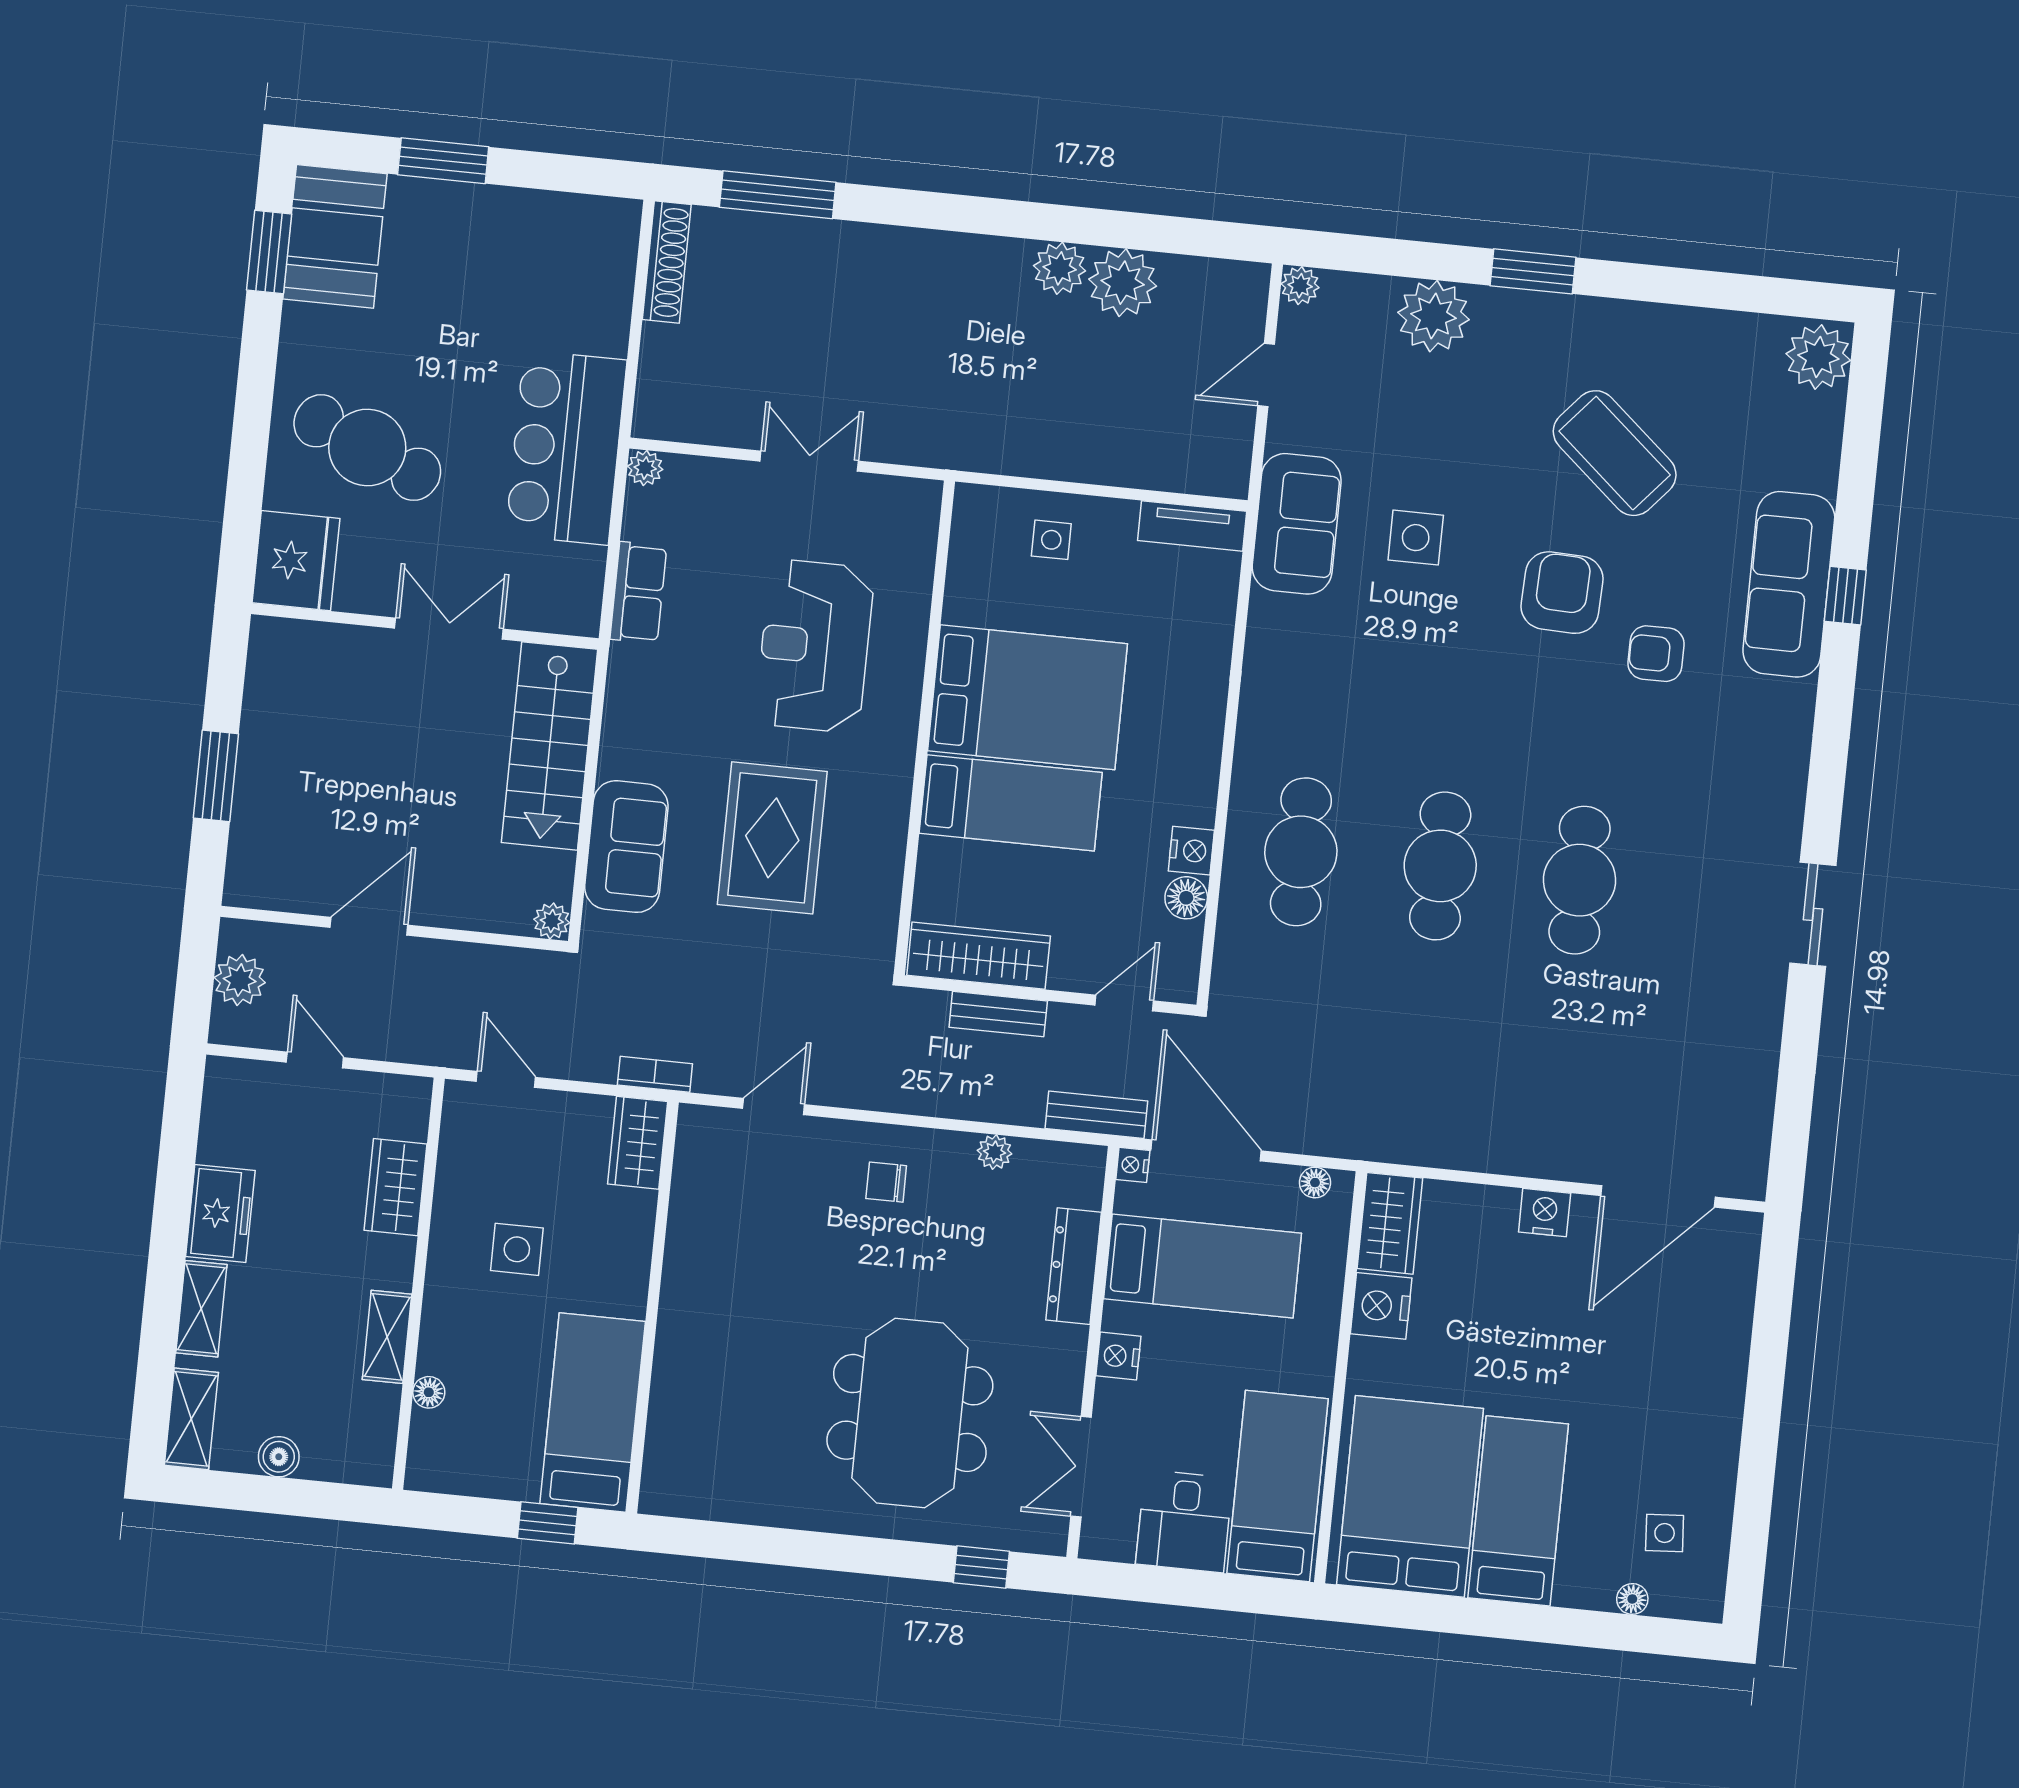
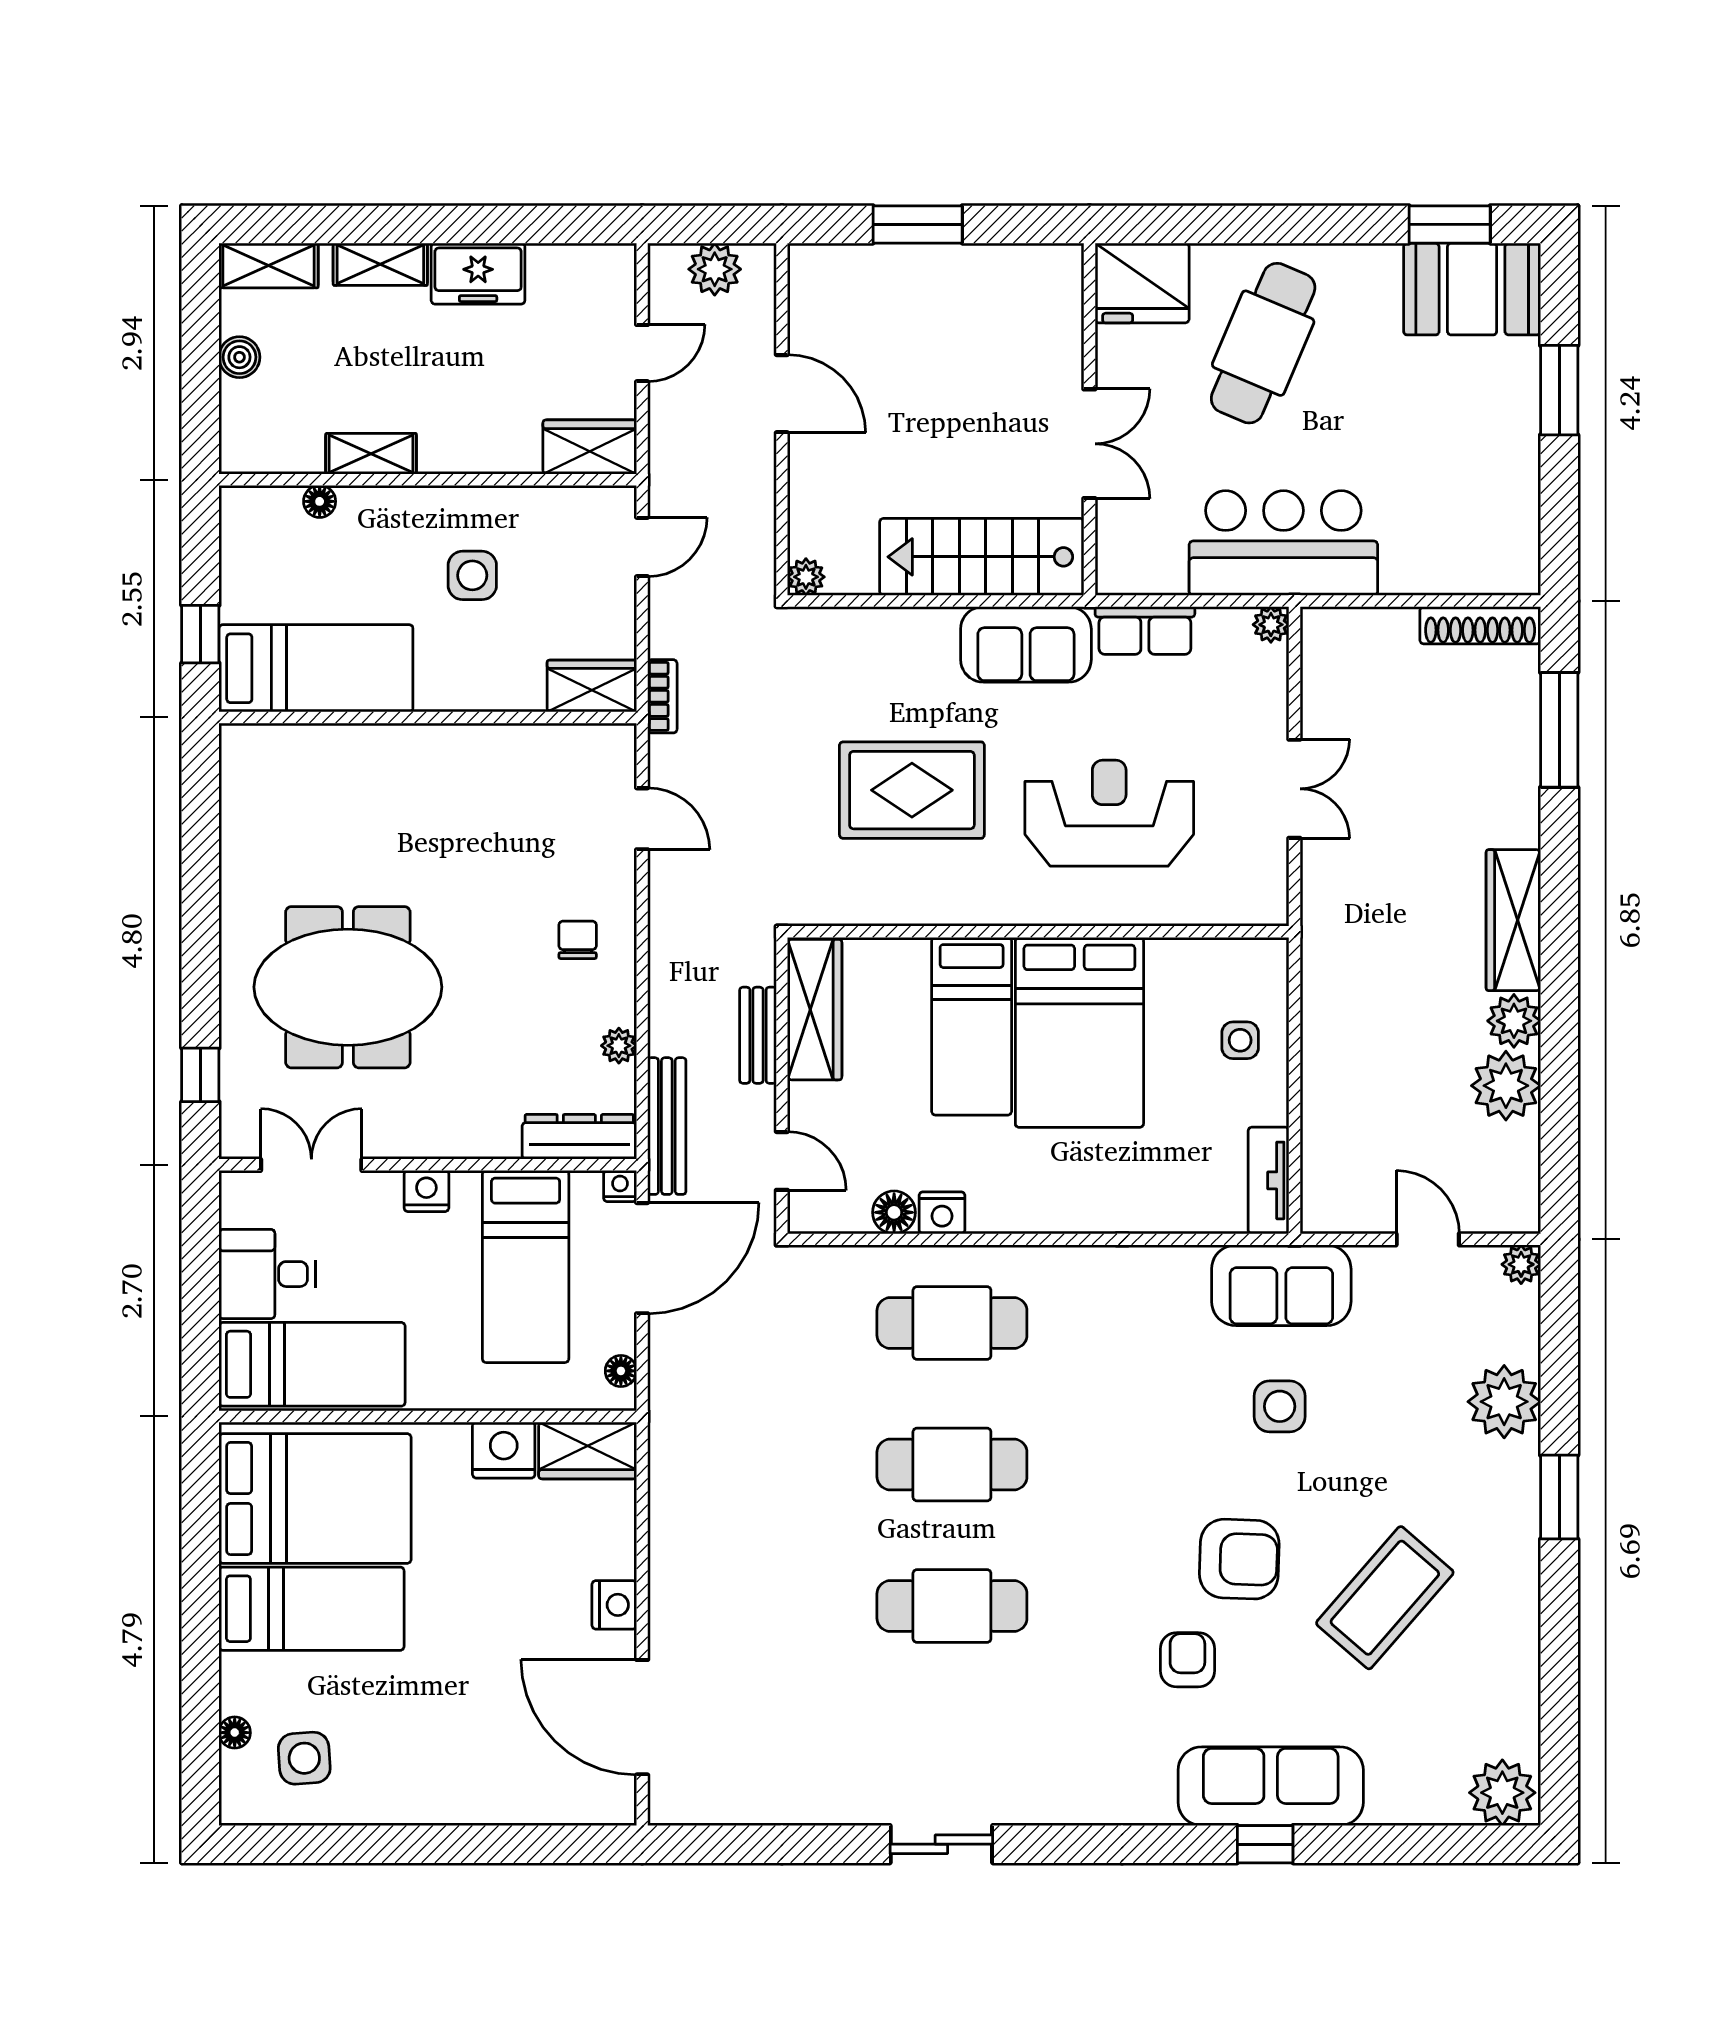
wardrobe: (960, 259) -> (1513, 920), added
sofa: (626, 847) -> (1026, 644), moved
bench: (1096, 1115) -> (667, 1126), width x1.36
wardrobe: (396, 1187) -> (590, 447), moved
dresser: (1074, 1266) -> (579, 1137), moved
side table: (1665, 1533) -> (304, 1758), width x1.37, depth x1.37

